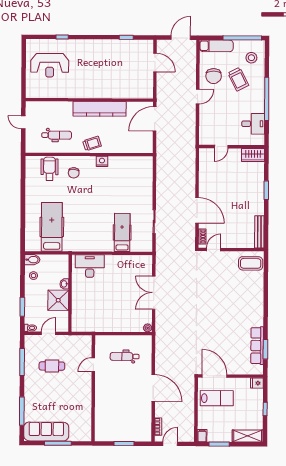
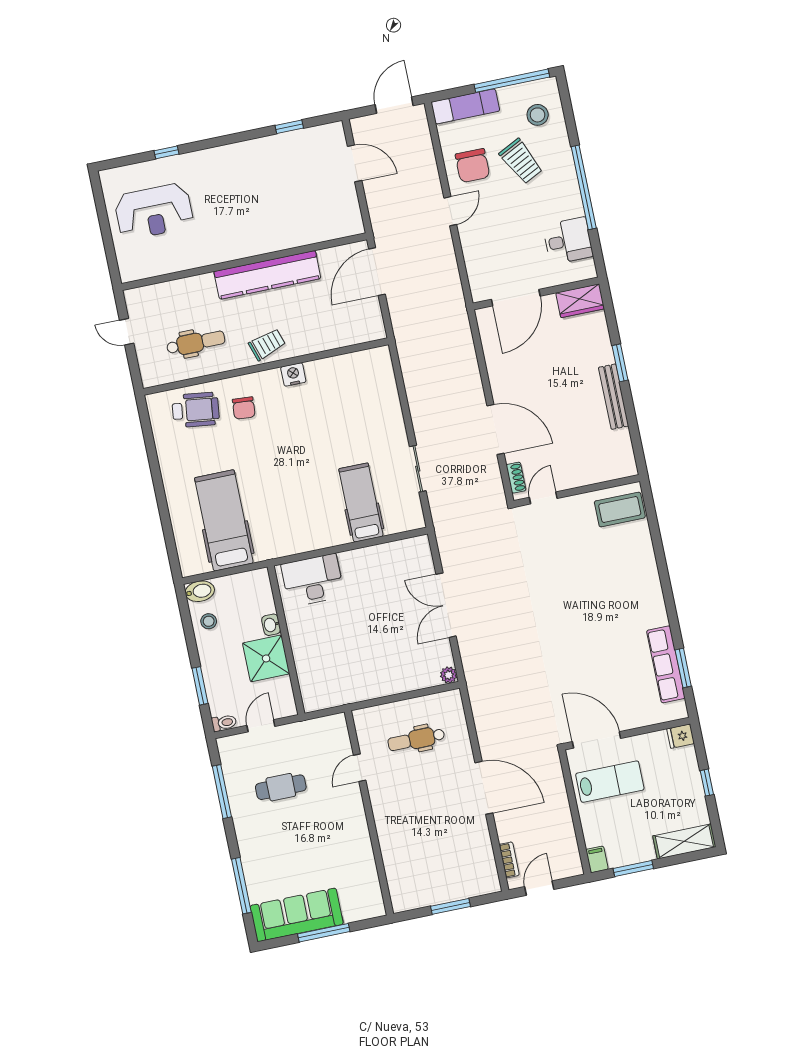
door: (221, 147) -> (516, 298), width x1.88
wheelchair: (49, 169) -> (196, 410), turned 97
bench: (259, 232) -> (614, 397), moved

